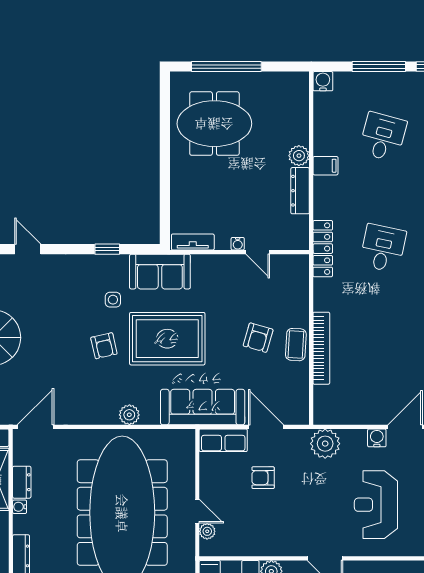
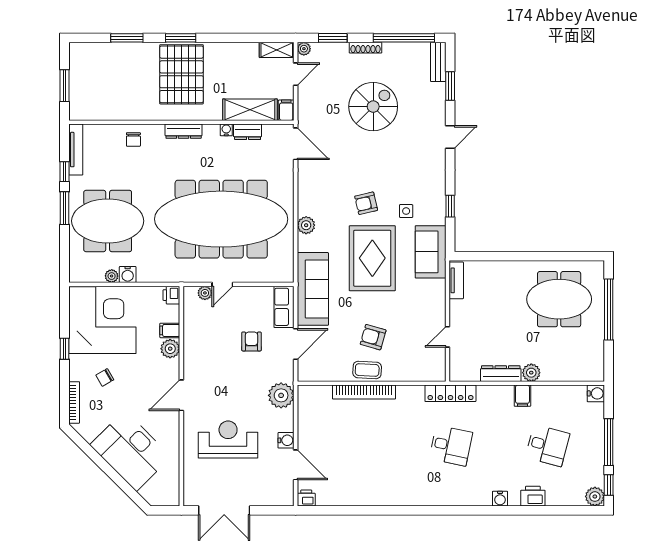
meeting table: (214, 124) -> (559, 299), turned 90
water cooler: (238, 244) -> (455, 319), removed

